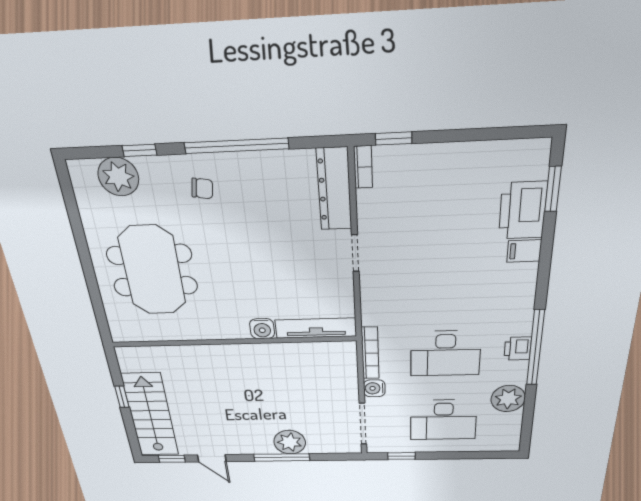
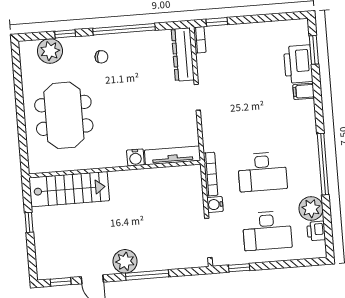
printer: (518, 349) -> (316, 231), moved
stairs: (150, 415) -> (69, 189), moved, turned 90
plant: (290, 442) -> (125, 261), moved

